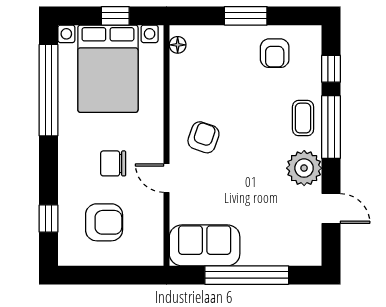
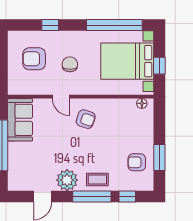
window: (246, 16) -> (159, 157), moved
door: (167, 178) -> (61, 97), swing flipped
window: (49, 219) -> (50, 25), moved
armchair: (104, 222) -> (34, 59), turned 90

